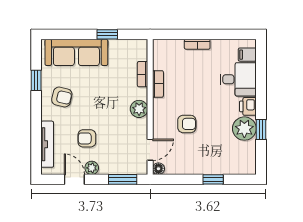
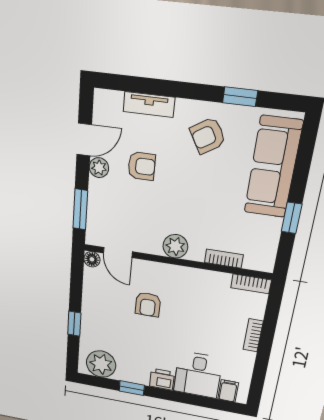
bookcase: (158, 84) -> (251, 284), moved
armchair: (62, 97) -> (208, 136), turned 46
plant: (244, 129) -> (101, 364), moved
armchair: (87, 138) -> (142, 166), turned 90
tv unit: (47, 144) -> (149, 105), width x0.71

